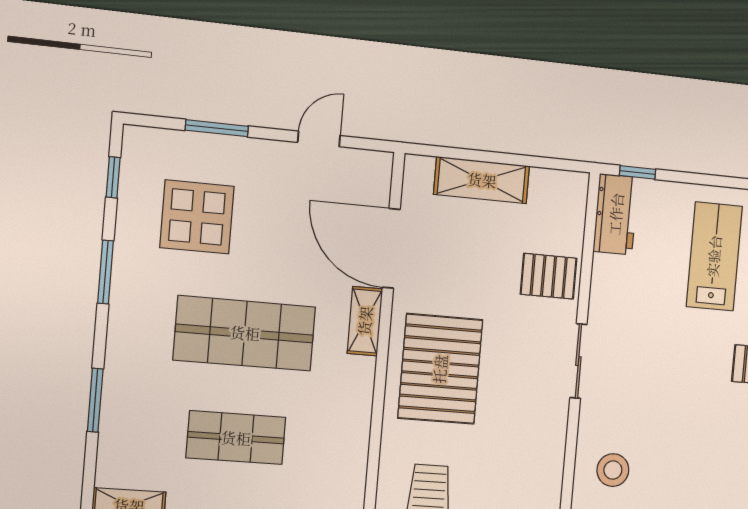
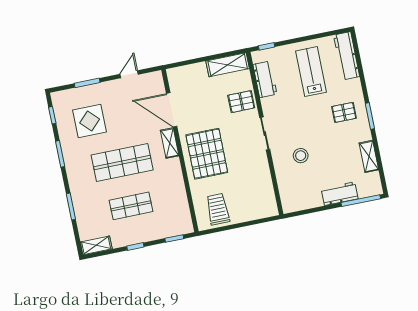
shelving: (482, 180) -> (228, 65), moved
workbench: (616, 214) -> (265, 79), moved
stool: (613, 470) -> (301, 156), moved

